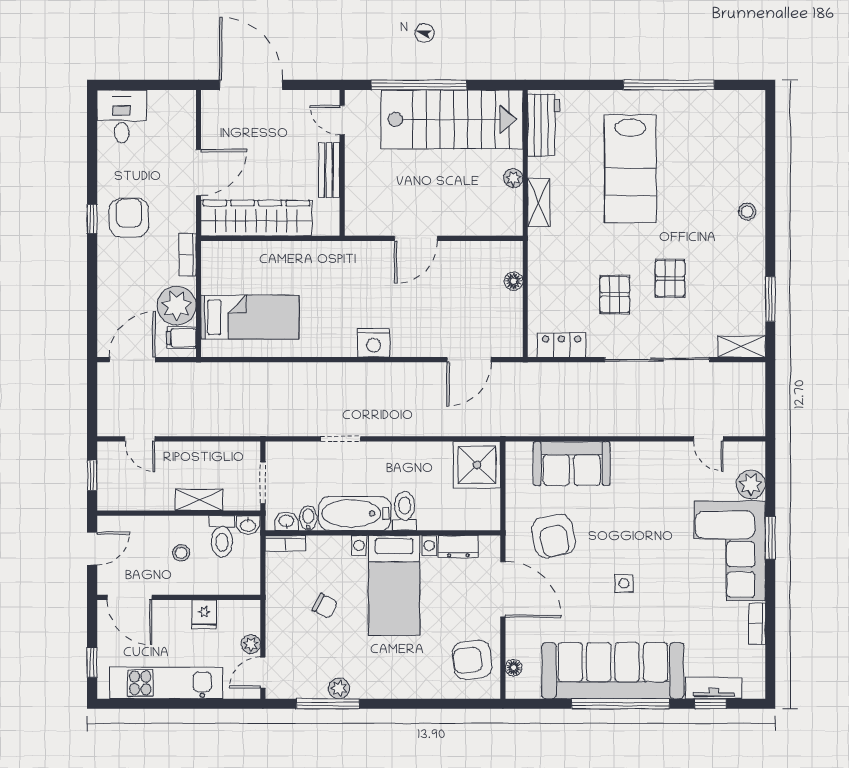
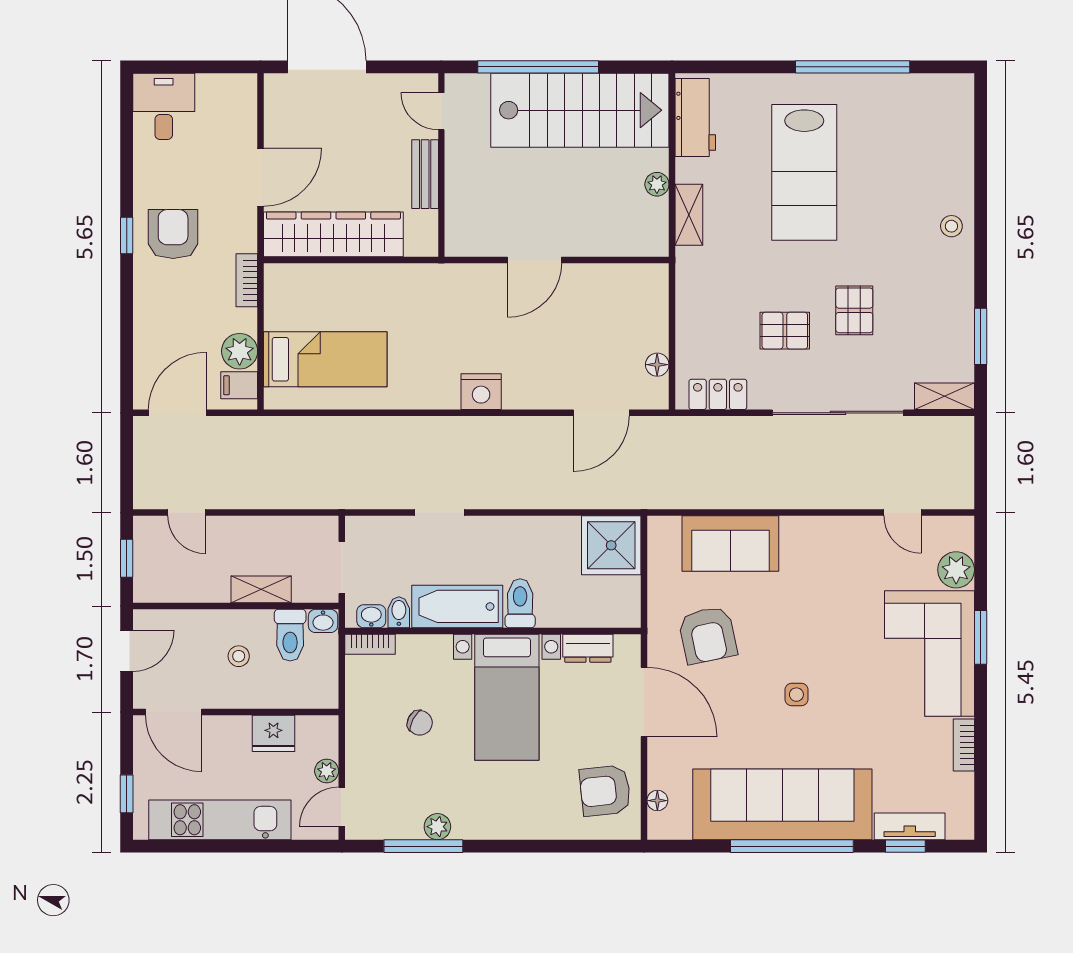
floor lamp: (513, 281) -> (657, 365), moved
pallet: (615, 294) -> (785, 331), turned 90
plant: (177, 306) -> (240, 351), width x0.73, depth x0.73
fridge: (204, 614) -> (273, 733), width x1.38

